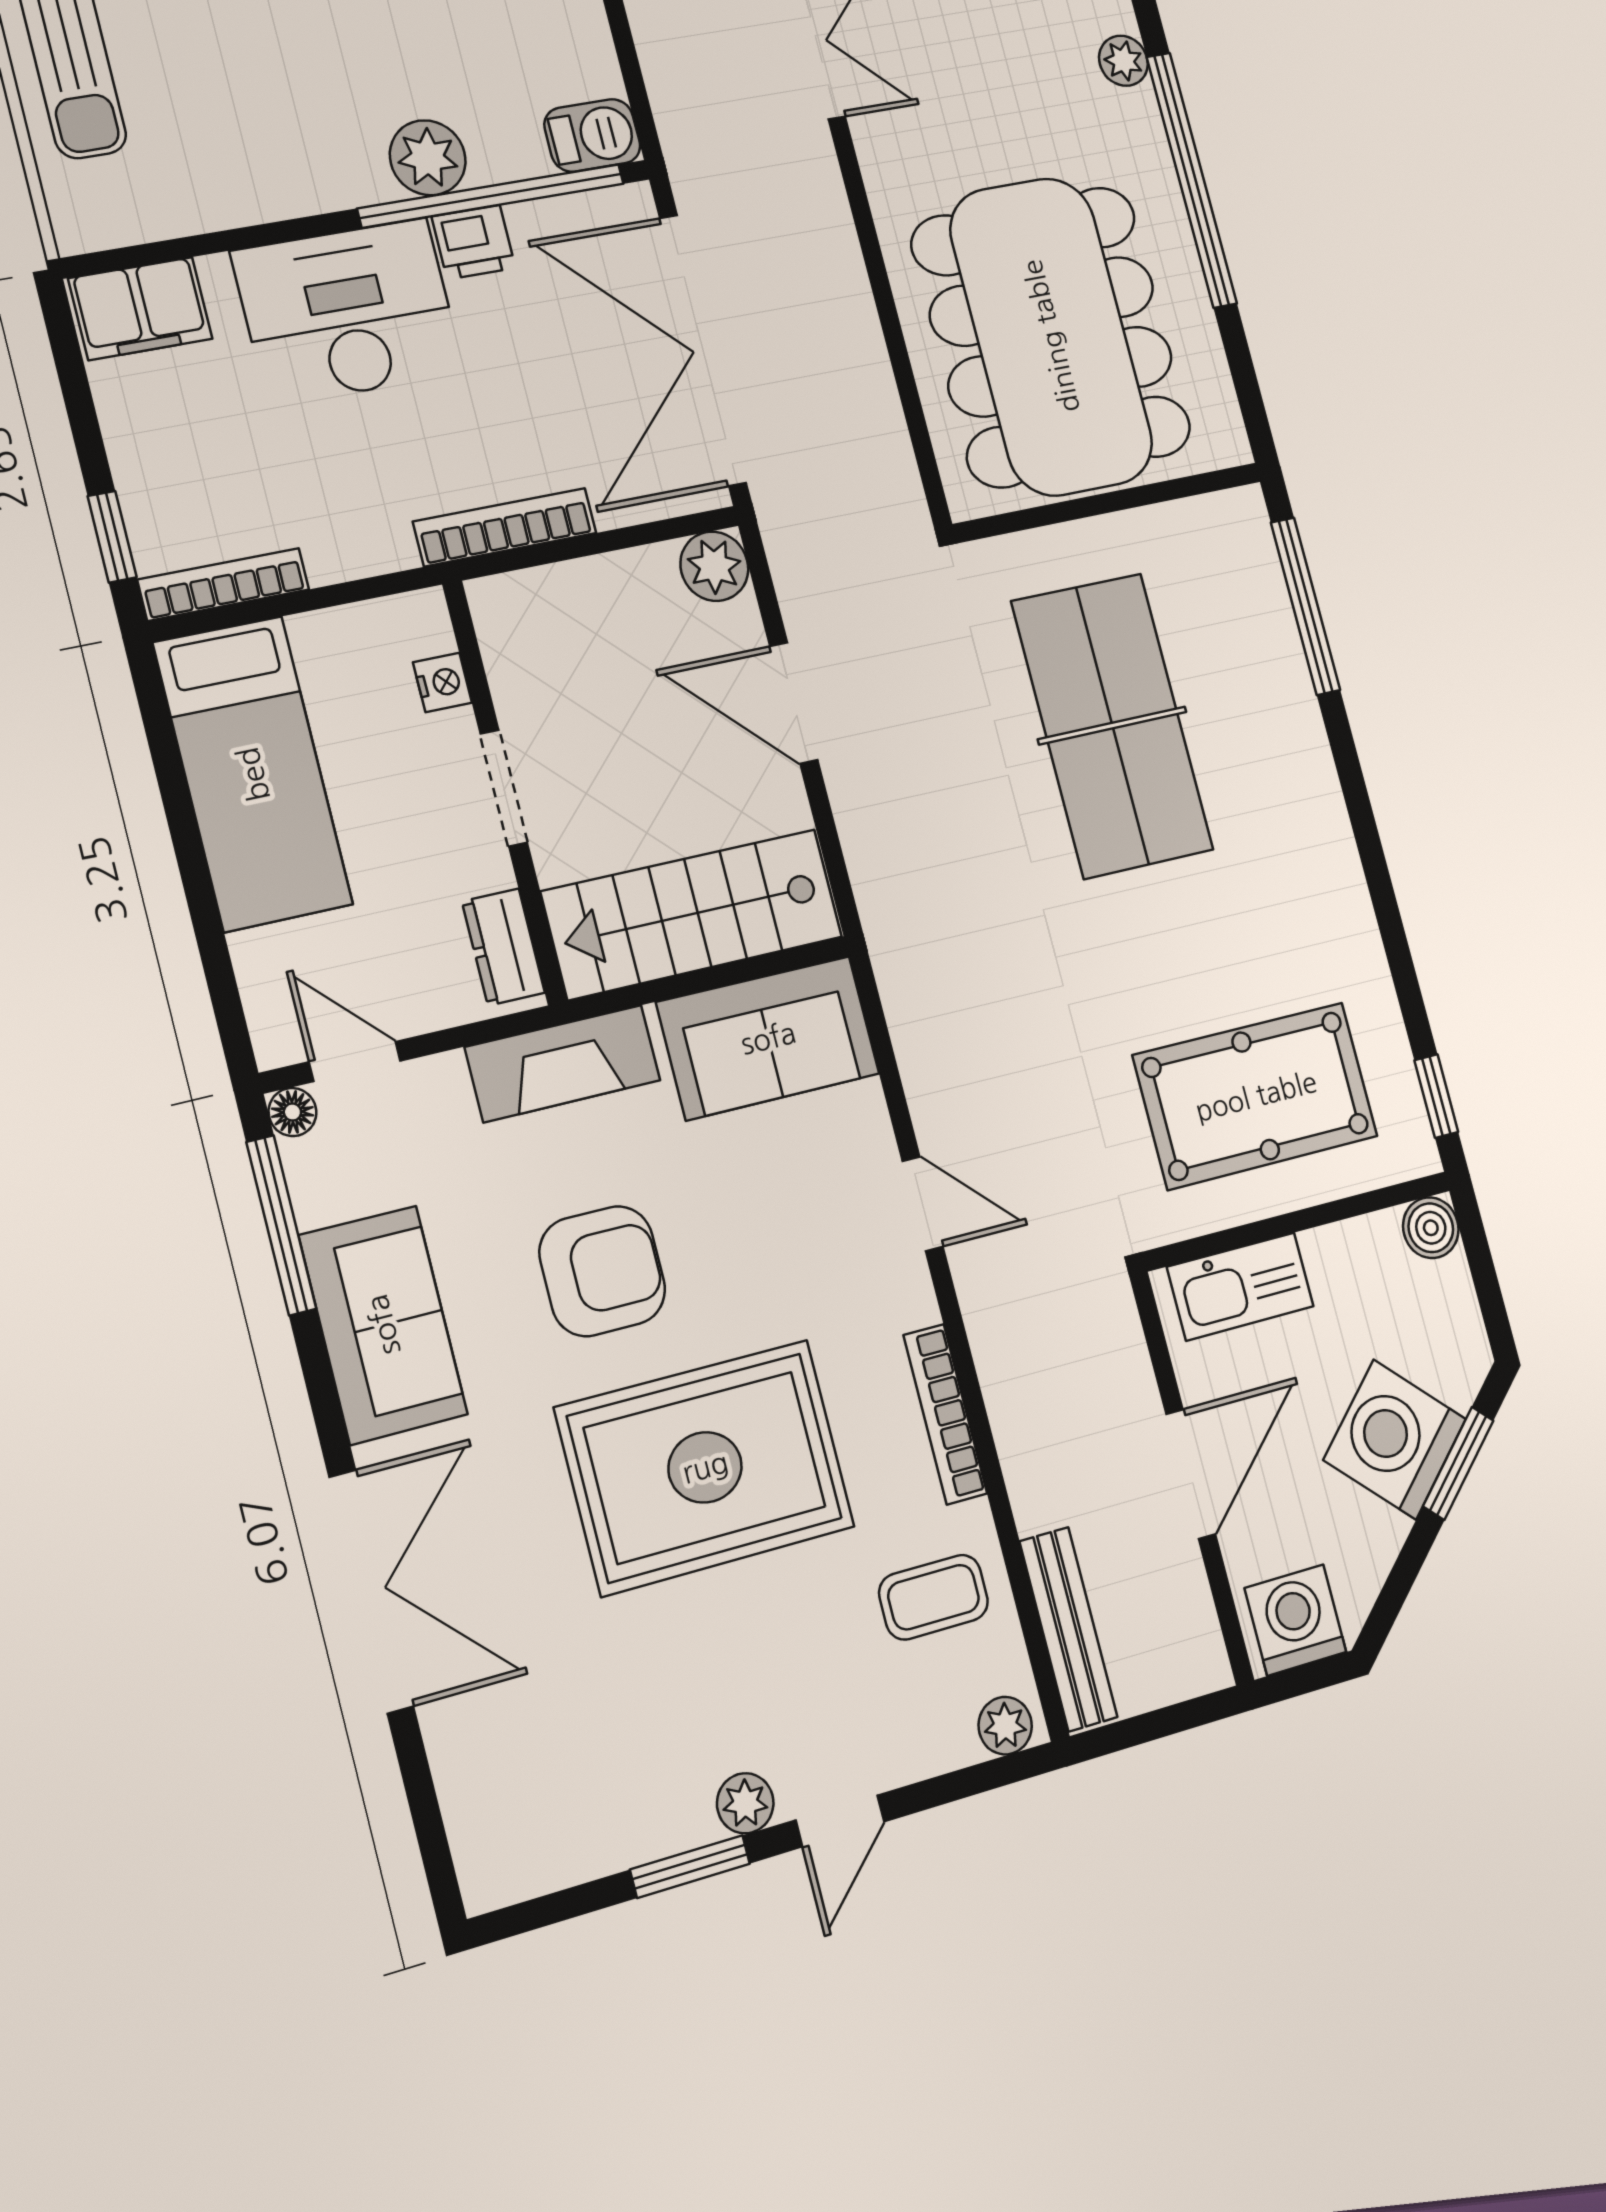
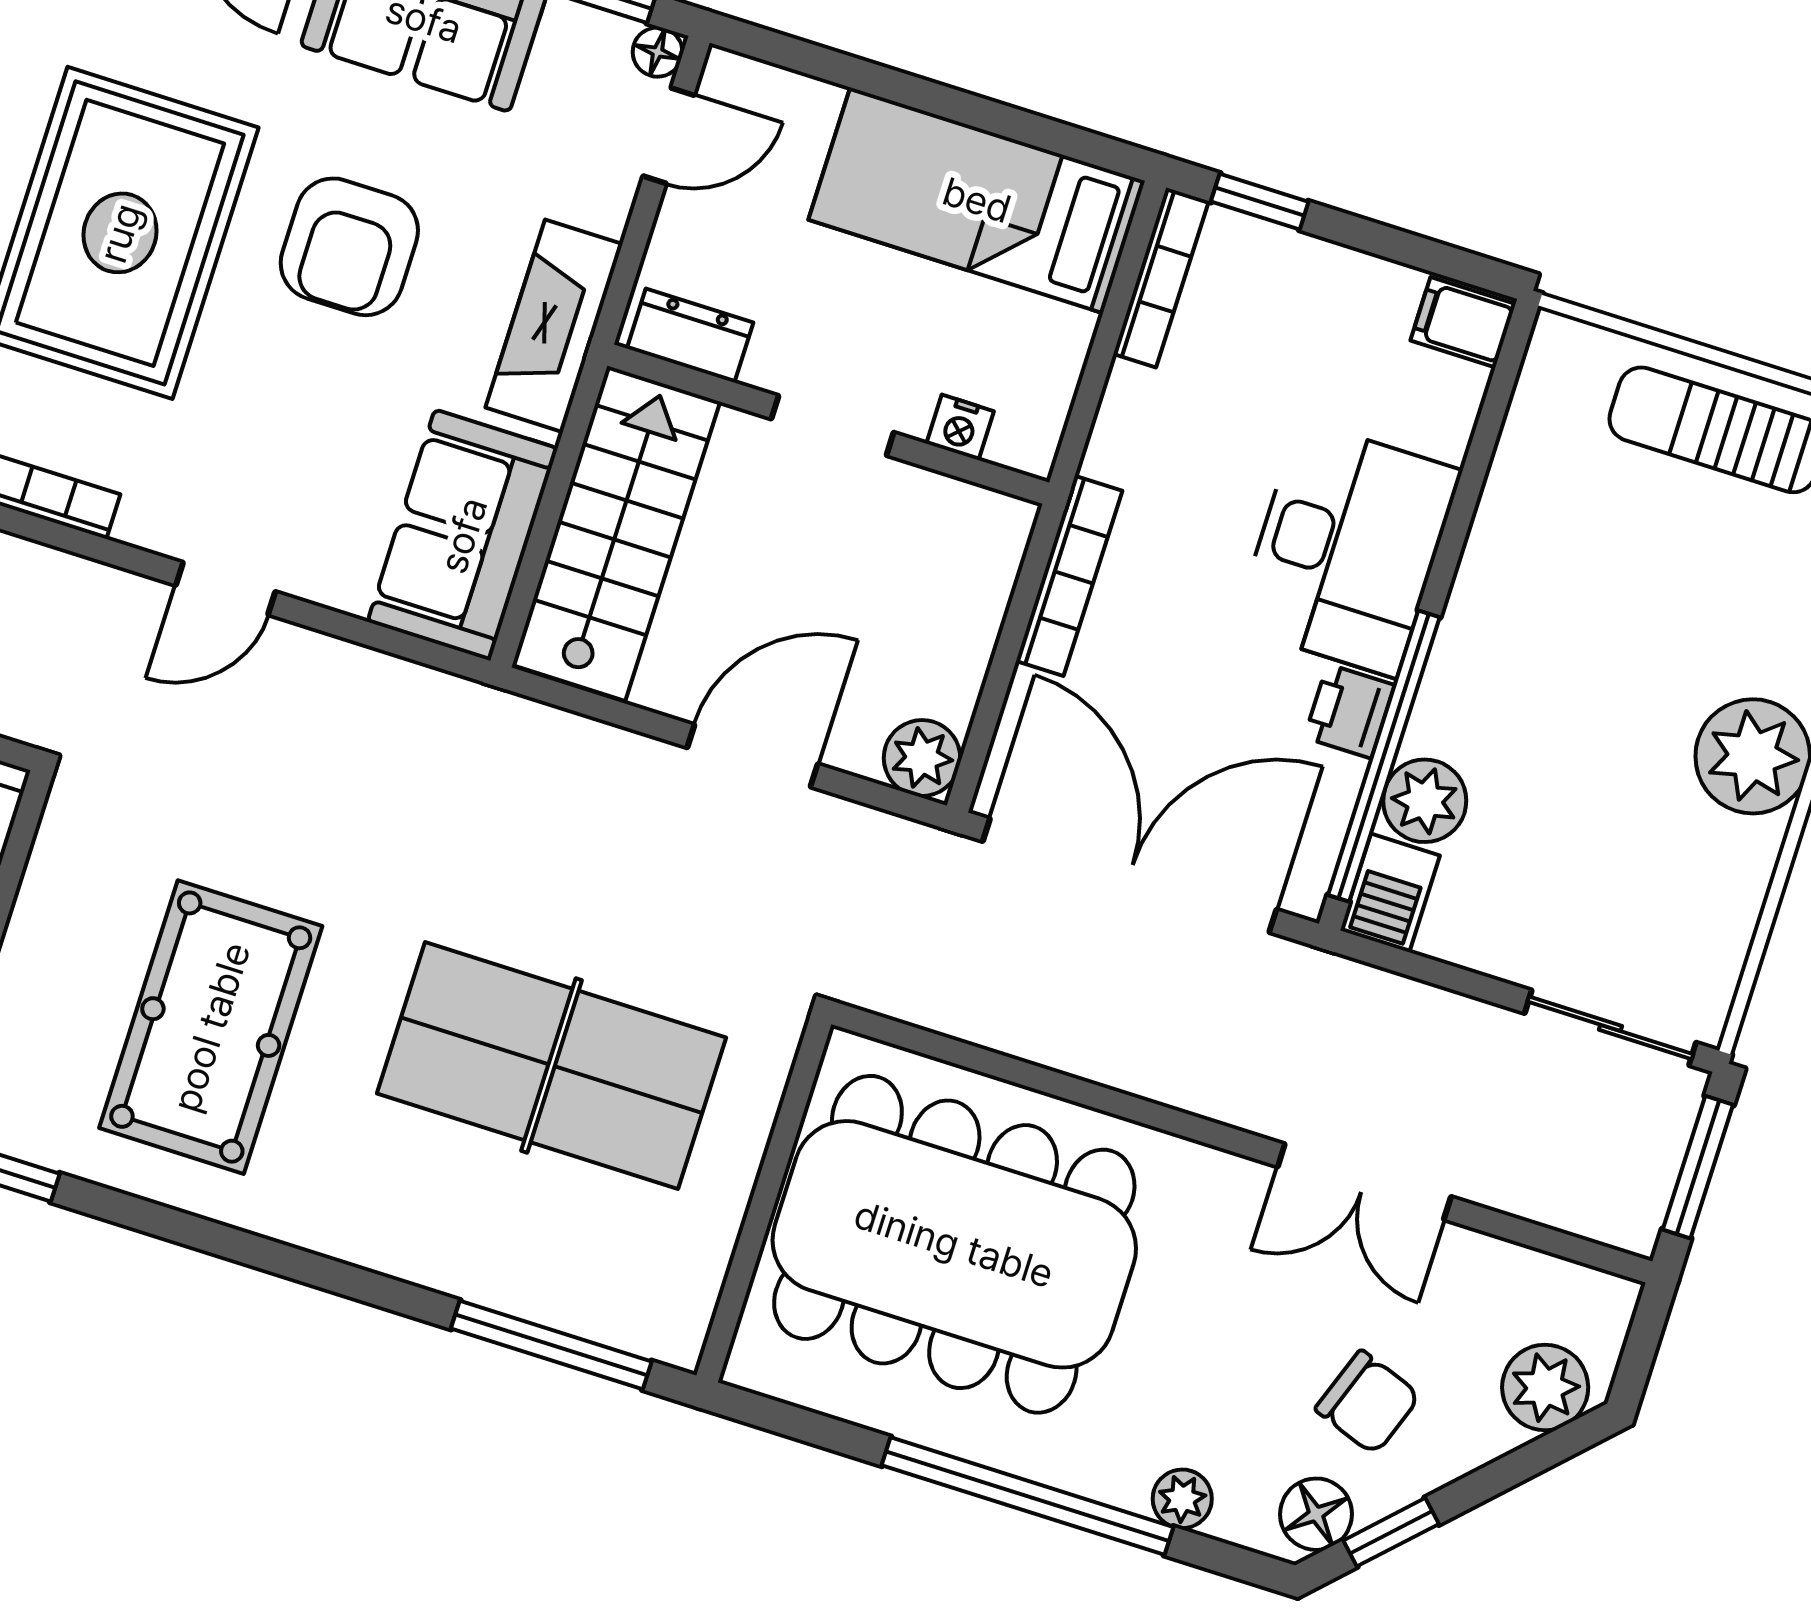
plant: (428, 158) -> (1425, 801), moved
filing cabinet: (140, 309) -> (1463, 322), width x0.50
pool table: (1256, 1096) -> (211, 1027), moved

